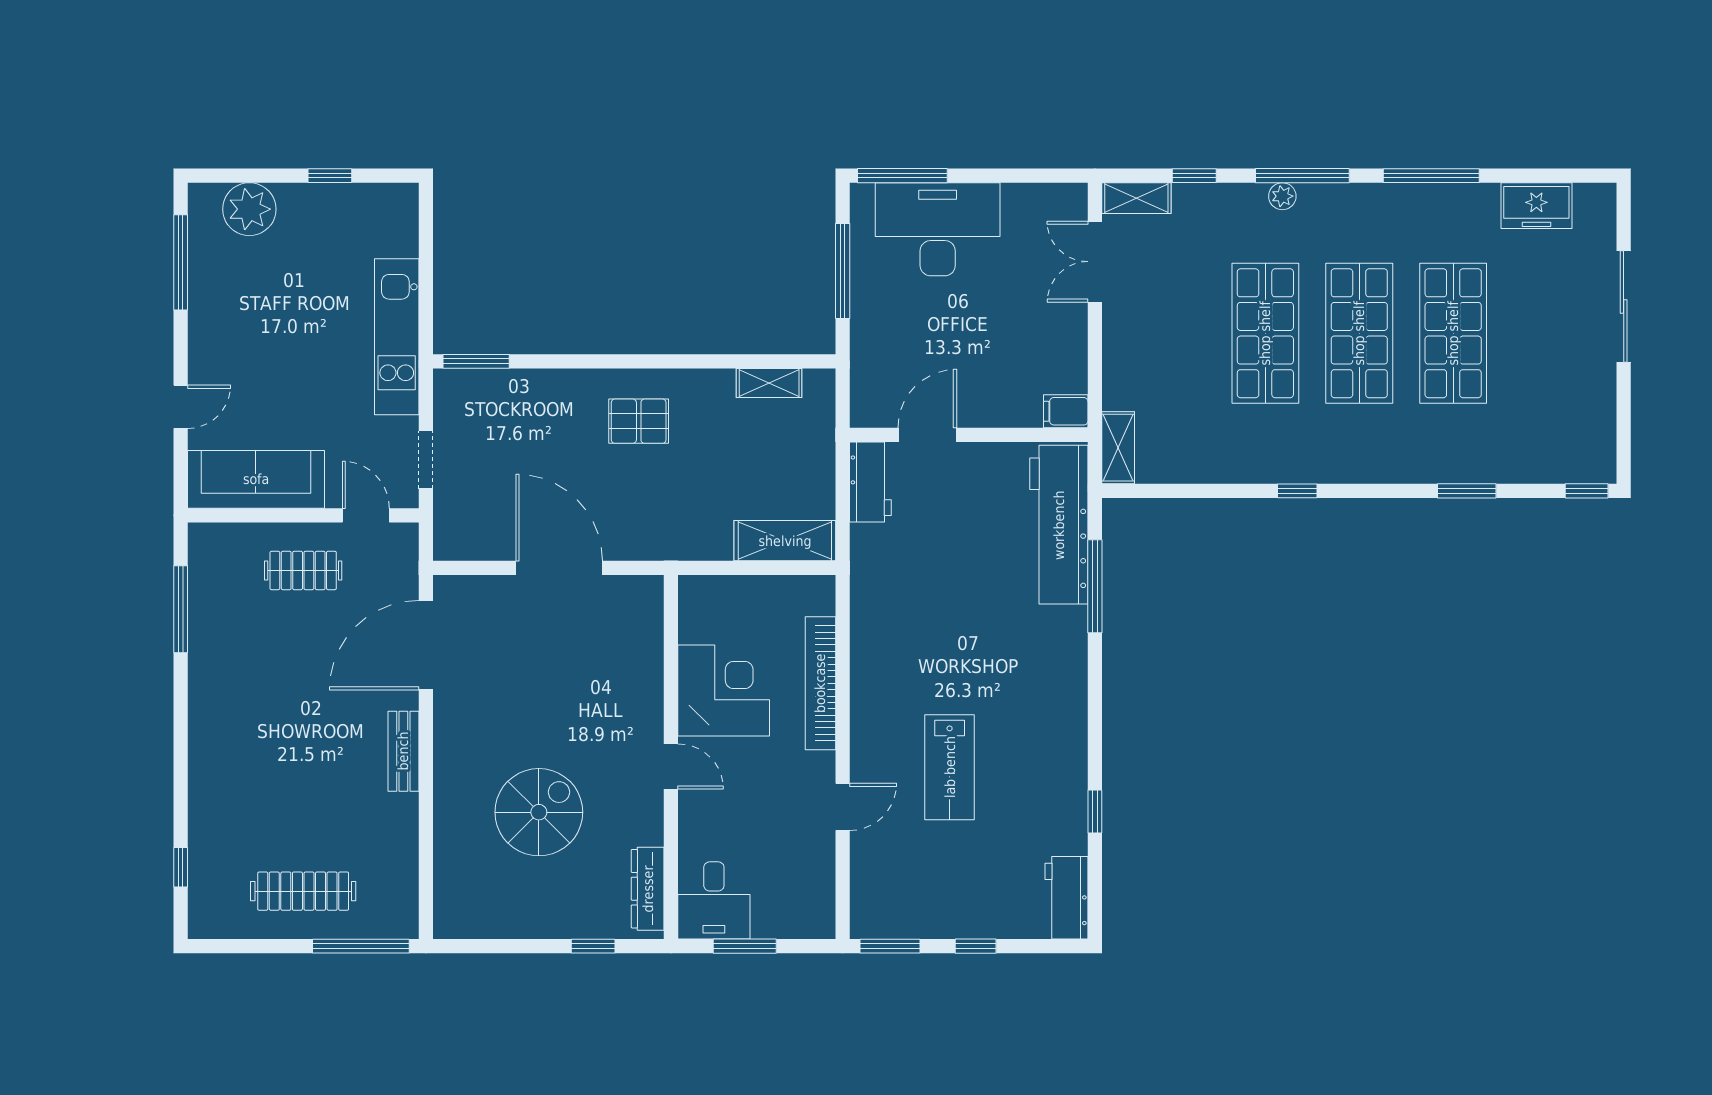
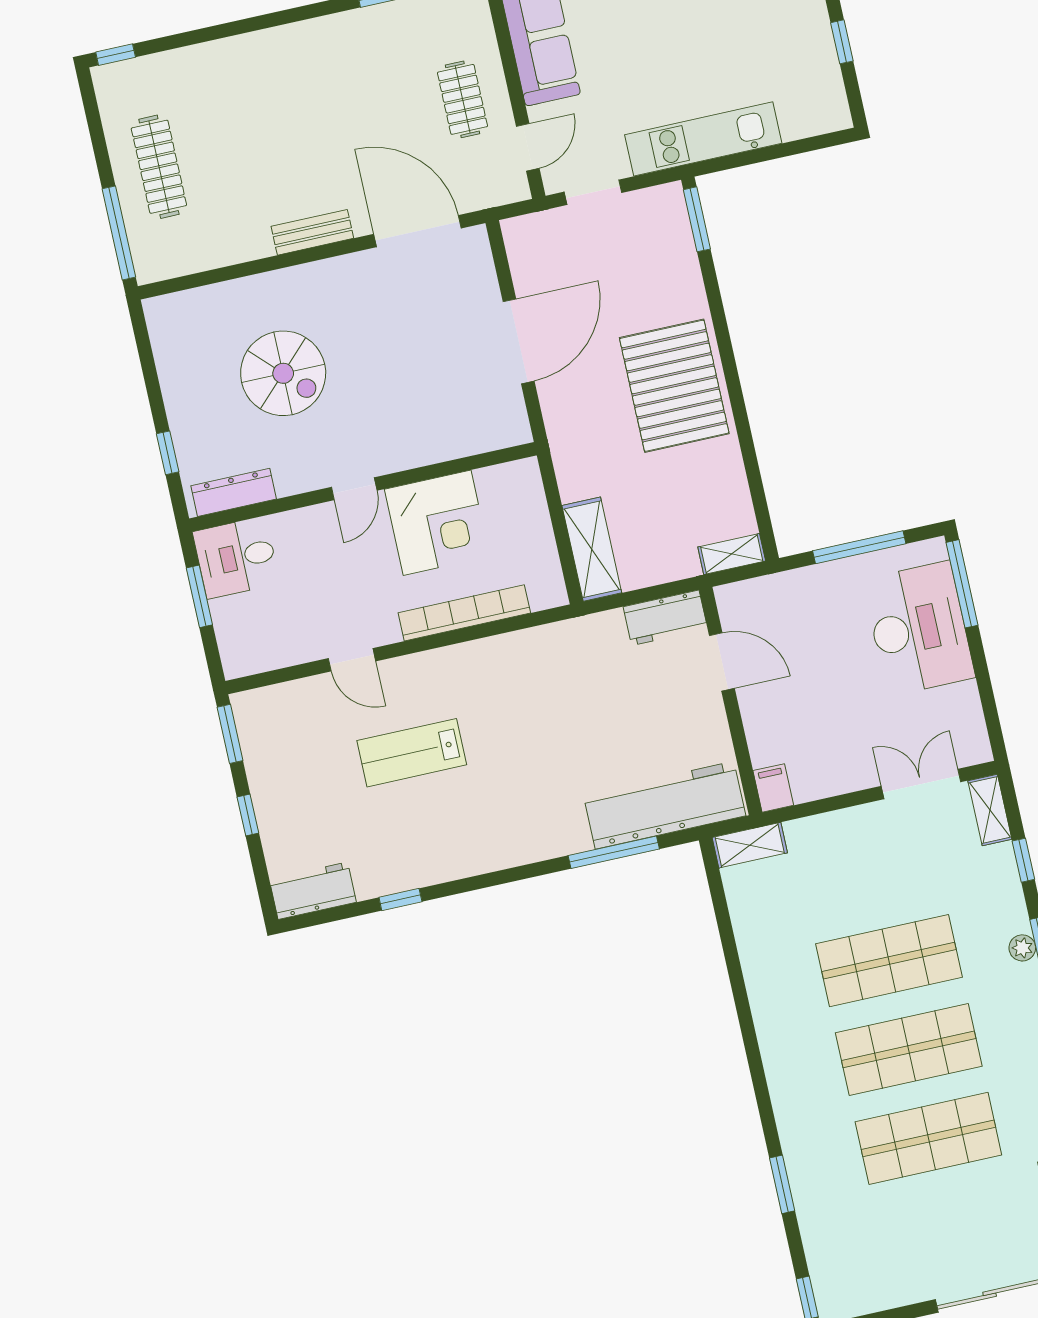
shelving: (769, 383) -> (732, 554), moved, turned 90
pallet: (639, 421) -> (674, 386), width x2.05, depth x2.00
window: (1297, 491) -> (747, 1024), removed
window: (181, 867) -> (116, 55), moved

